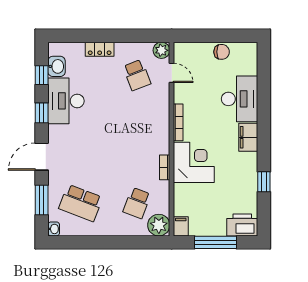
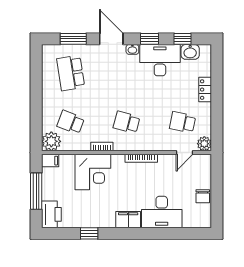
school desk: (137, 75) -> (183, 122), turned 33
school desk: (137, 139) -> (127, 122), added
corner desk: (194, 162) -> (93, 172), moved
school desk: (81, 203) -> (71, 73), turned -30
washbasin: (54, 229) -> (132, 49), moved

